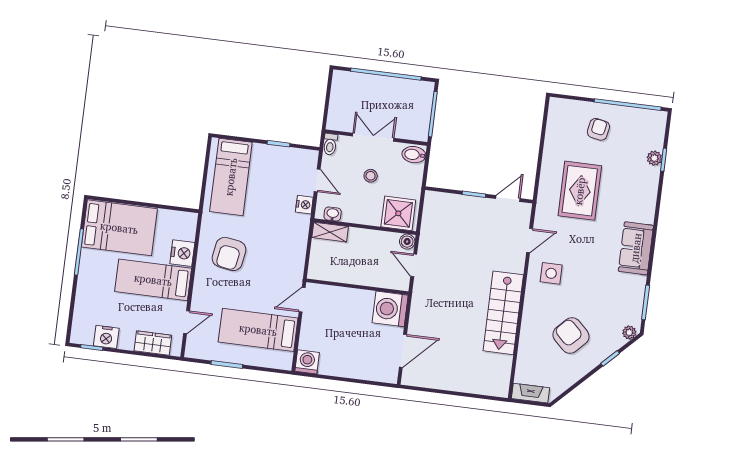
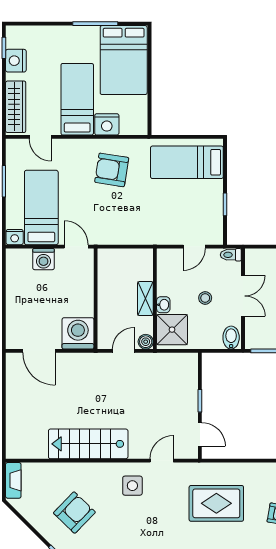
nightstand: (304, 205) -> (15, 237), moved
washbasin: (333, 214) -> (163, 305), moved
shelving: (330, 232) -> (145, 299), moved
door: (530, 240) -> (162, 461), swing flipped
wardrobe: (153, 343) -> (16, 107), width x1.50
washing machine: (307, 362) -> (43, 259), moved, turned 90

